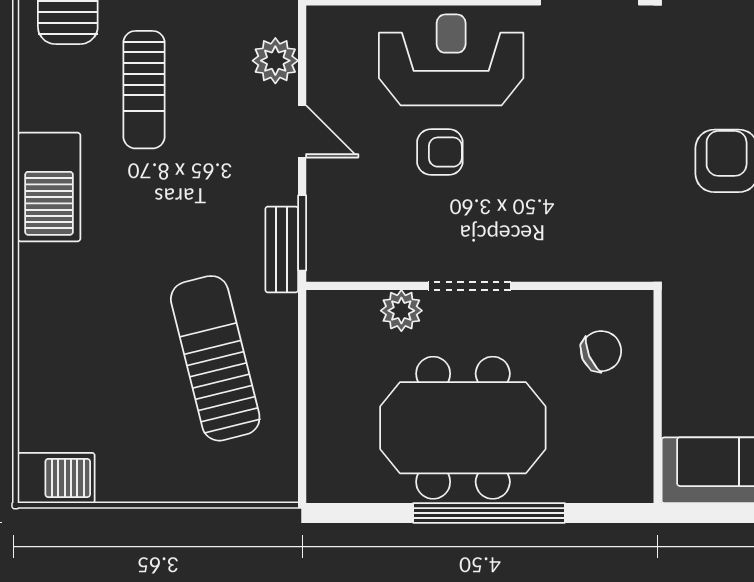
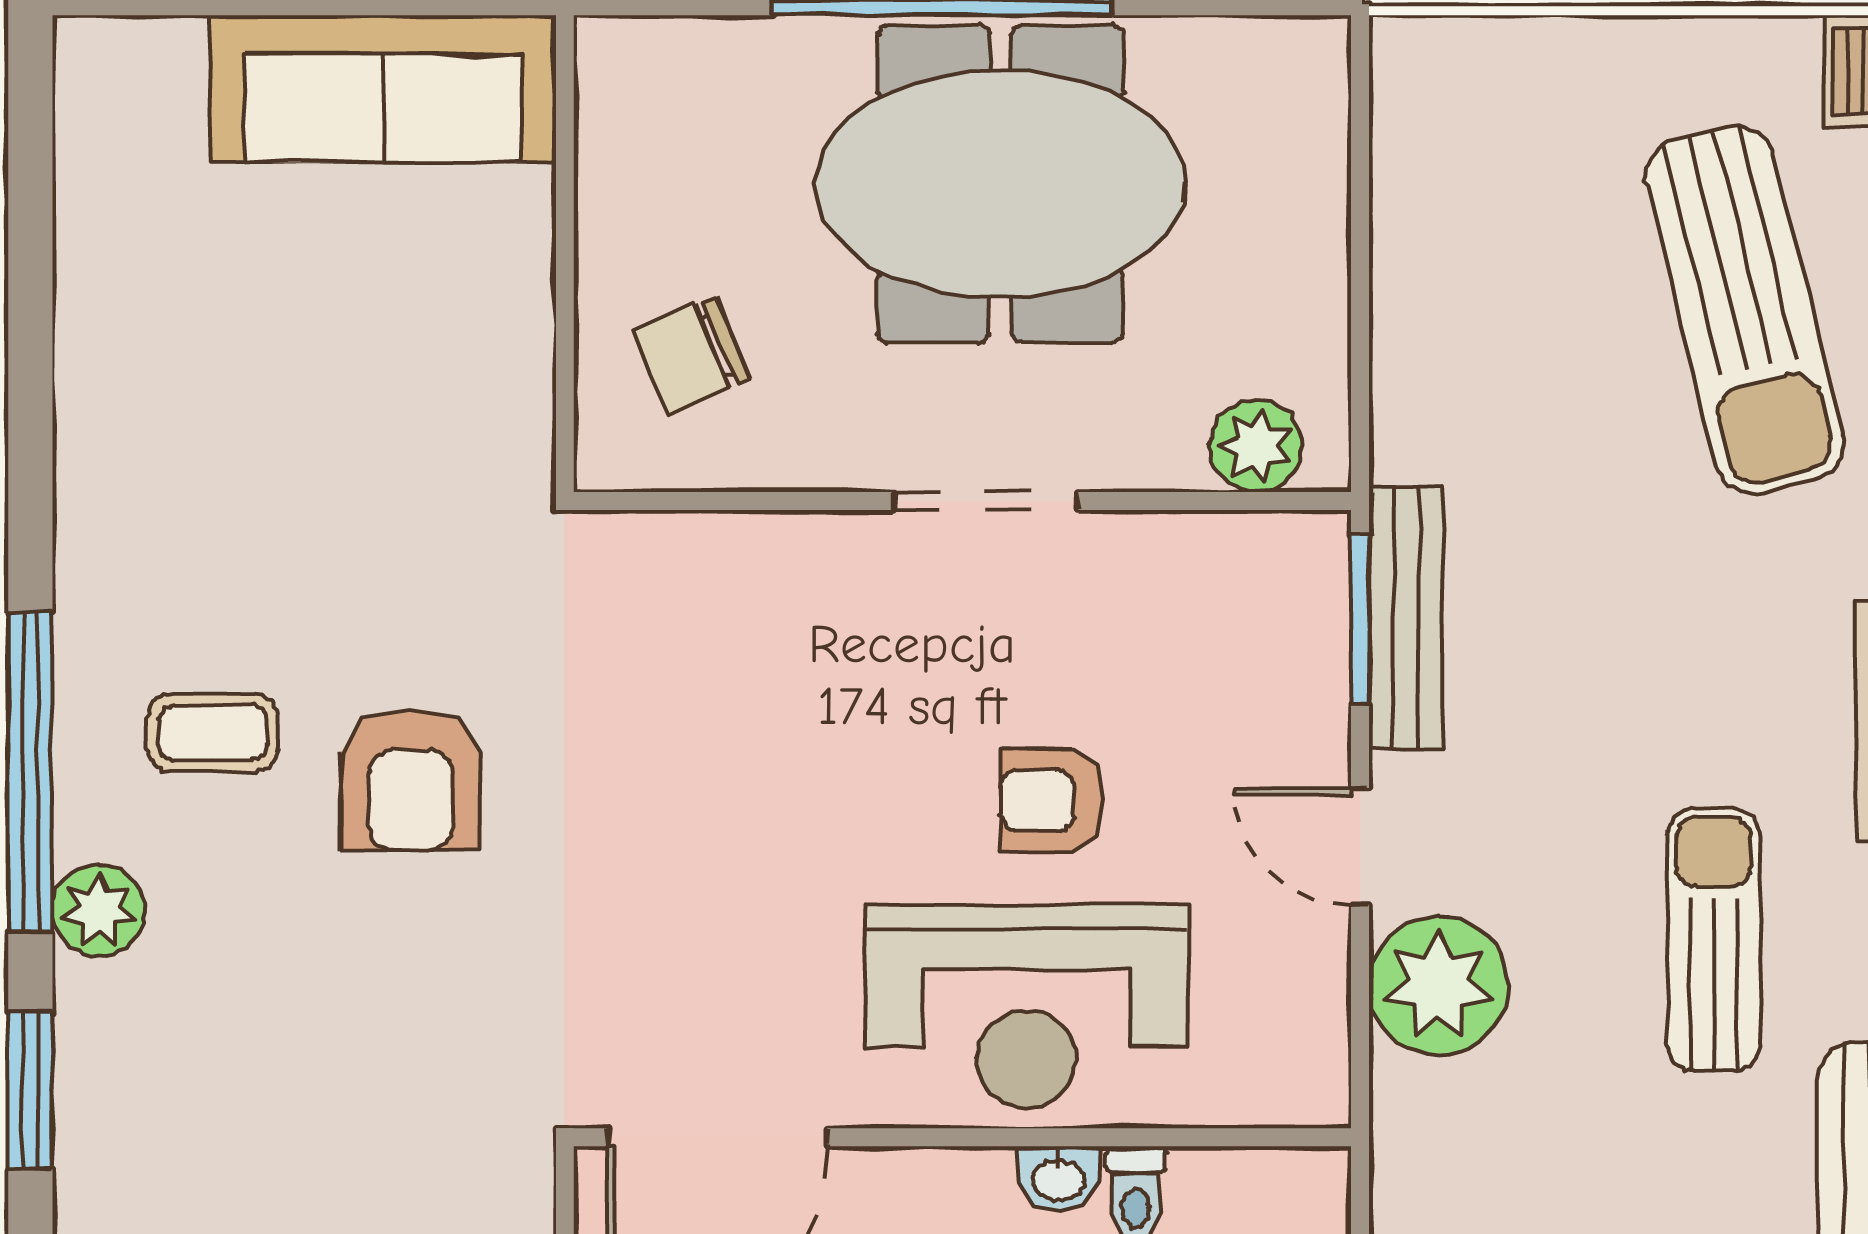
plant: (275, 61) -> (1439, 986), width x1.36, depth x1.36
bench: (282, 250) -> (1406, 617), width x1.36
plant: (401, 311) -> (1256, 446), moved
sun lounger: (215, 358) -> (1745, 310), moved

